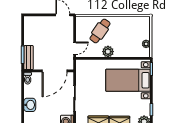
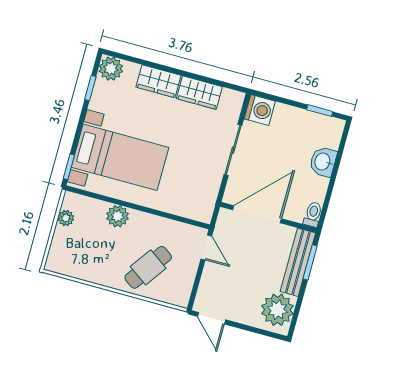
plant: (32, 28) -> (277, 310), added
door: (75, 48) -> (206, 247), swing flipped
plant: (108, 52) -> (118, 216), moved
bench: (29, 58) -> (298, 262), width x1.36

